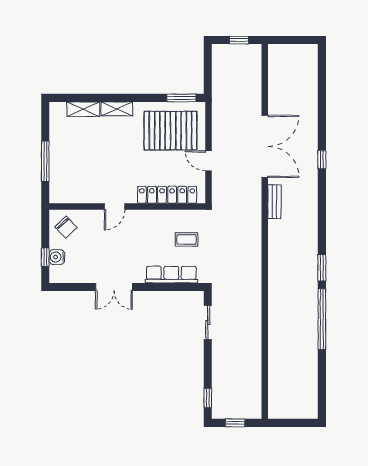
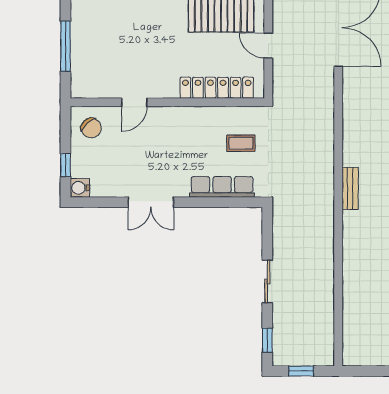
bench: (274, 202) -> (350, 188), moved
door: (115, 206) -> (134, 102), moved
water cooler: (57, 257) -> (80, 188), moved
sliding door: (208, 323) -> (267, 281), moved

